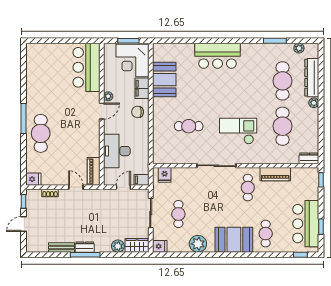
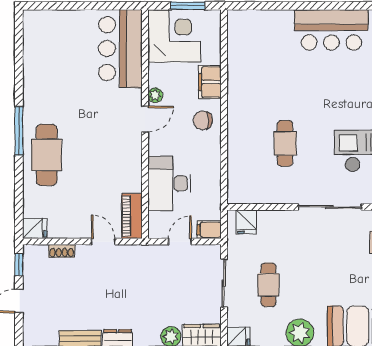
corner desk: (133, 60) -> (174, 36), moved, turned 180
booth: (164, 80) -> (245, 68), removed
cafe table: (189, 126) -> (285, 143), turned 90

